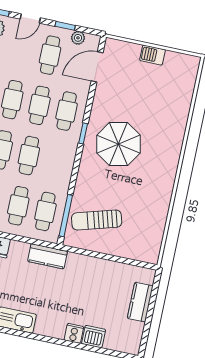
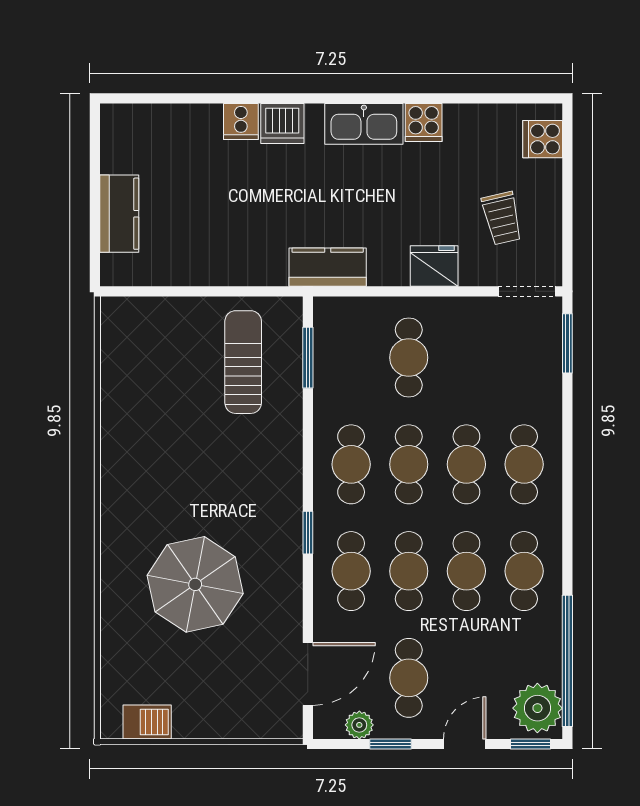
barbecue: (152, 55) -> (147, 722), moved
parasol: (118, 144) -> (195, 584), moved
cafe table: (45, 211) -> (351, 464), moved
window: (66, 216) -> (308, 358), width x0.69
sun lounger: (97, 220) -> (243, 362), turned -74
dishwasher: (94, 337) -> (282, 123), moved

